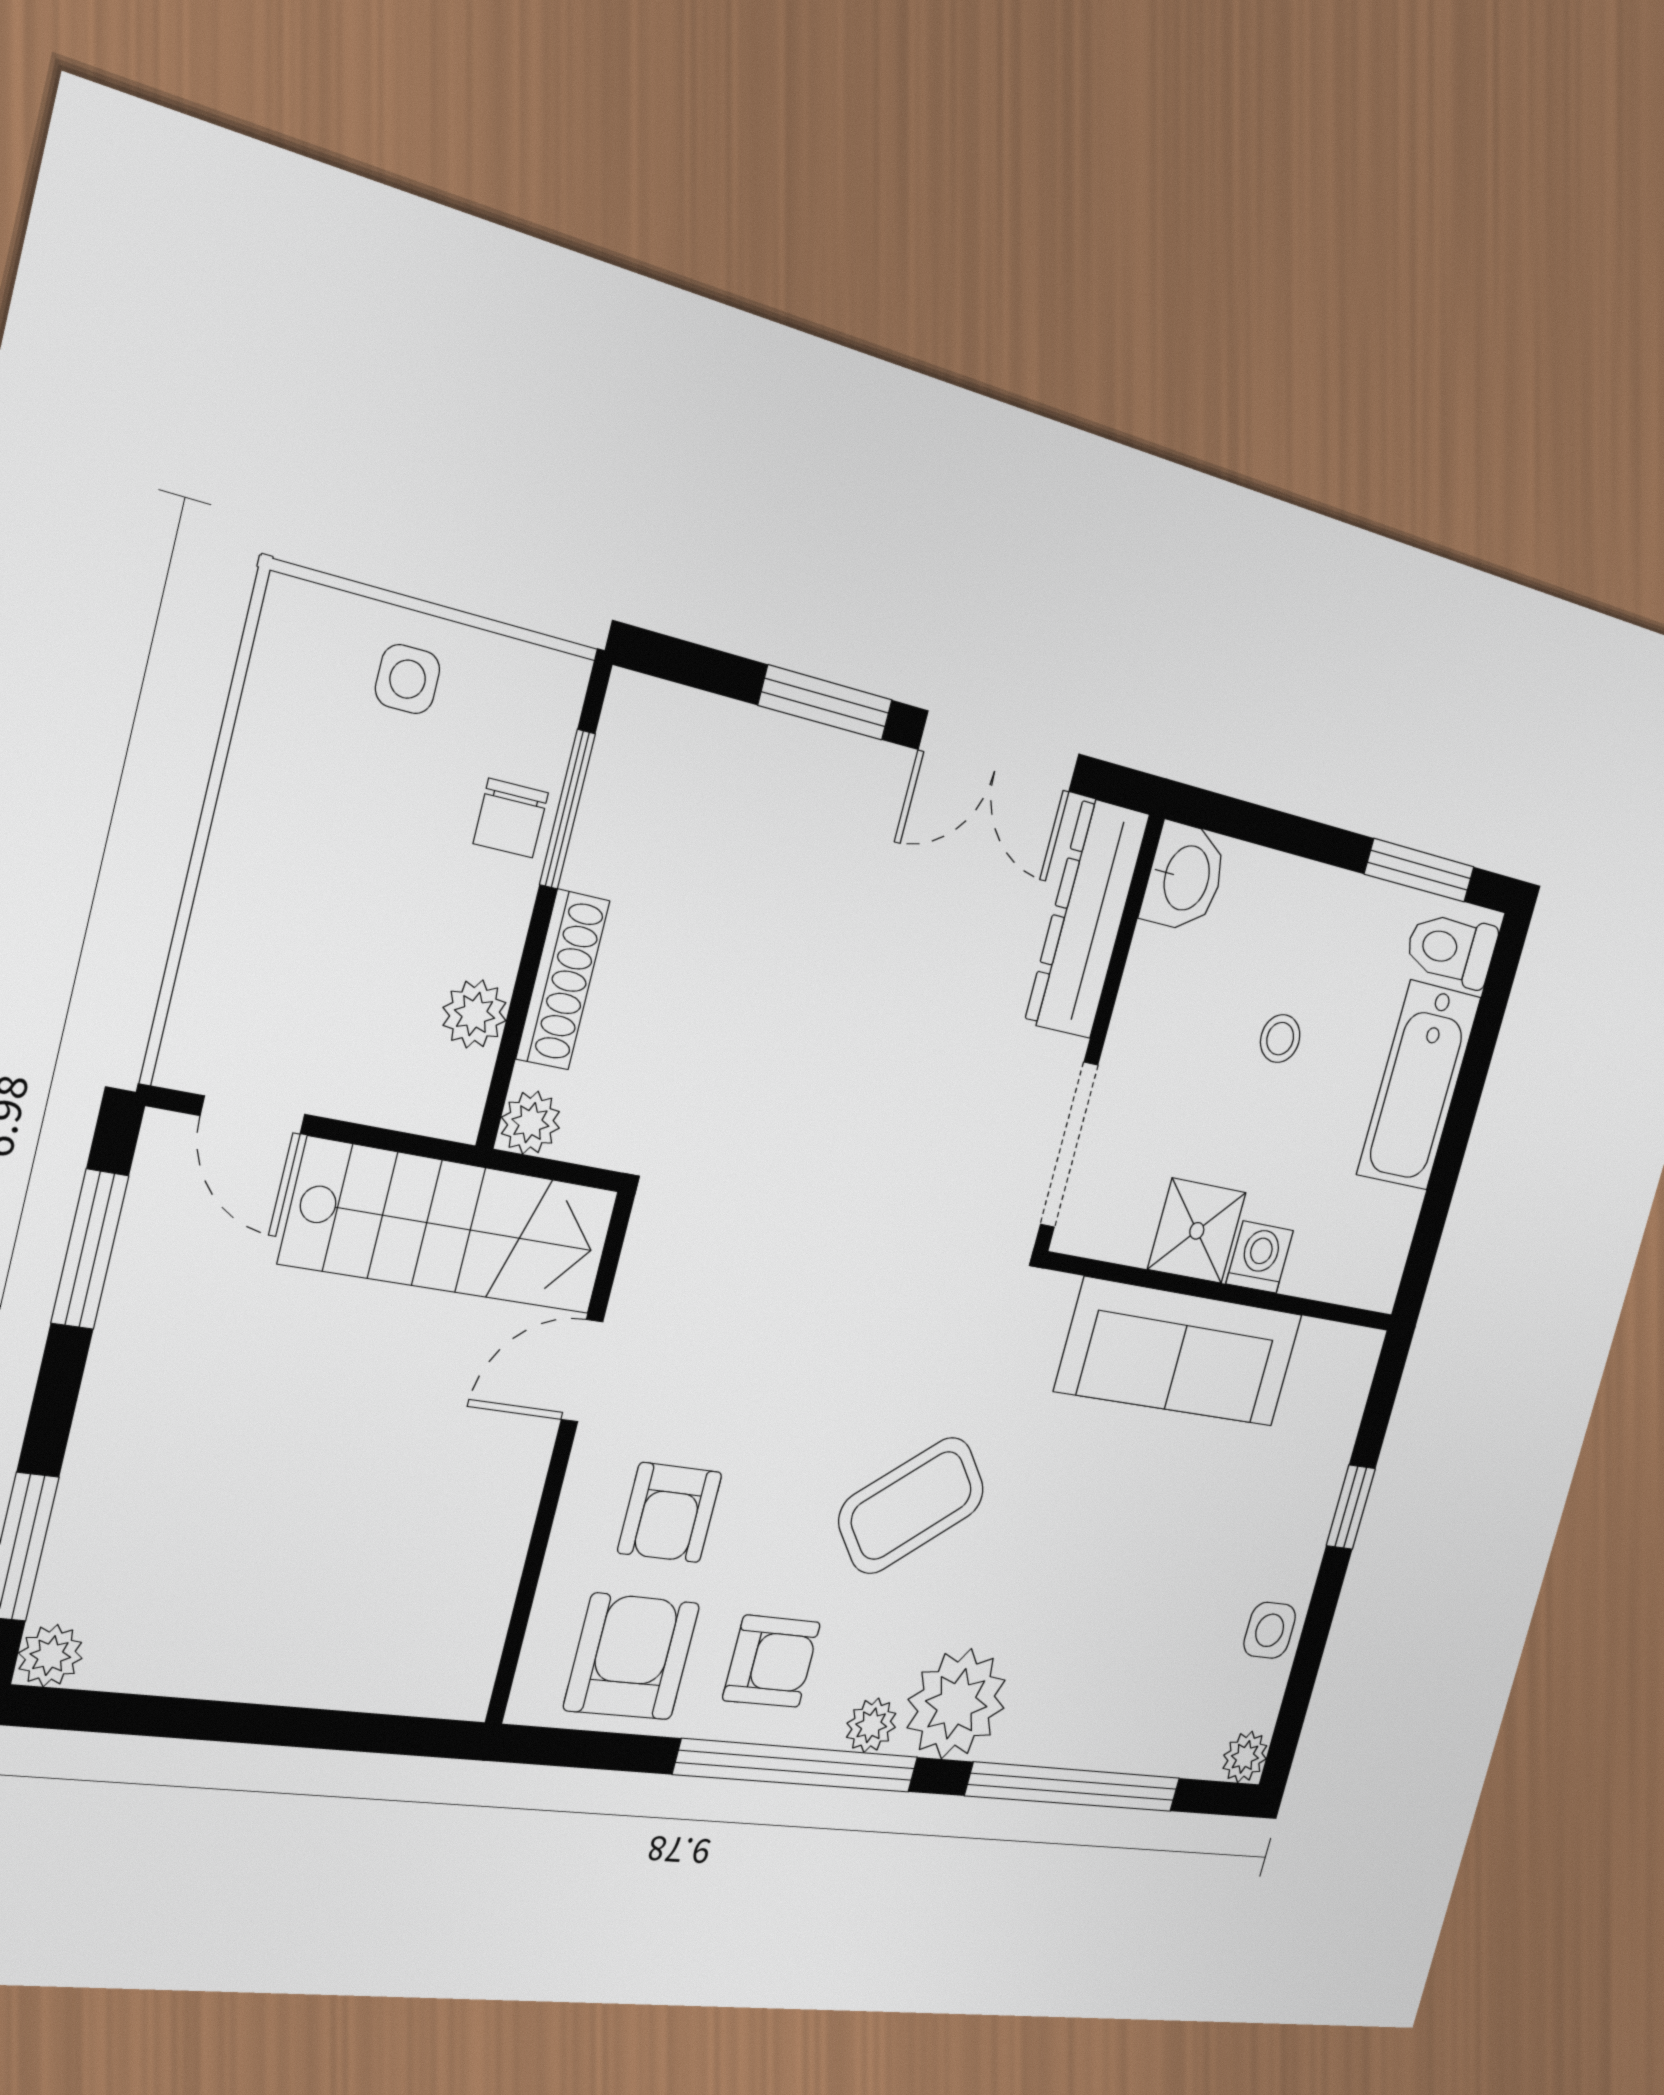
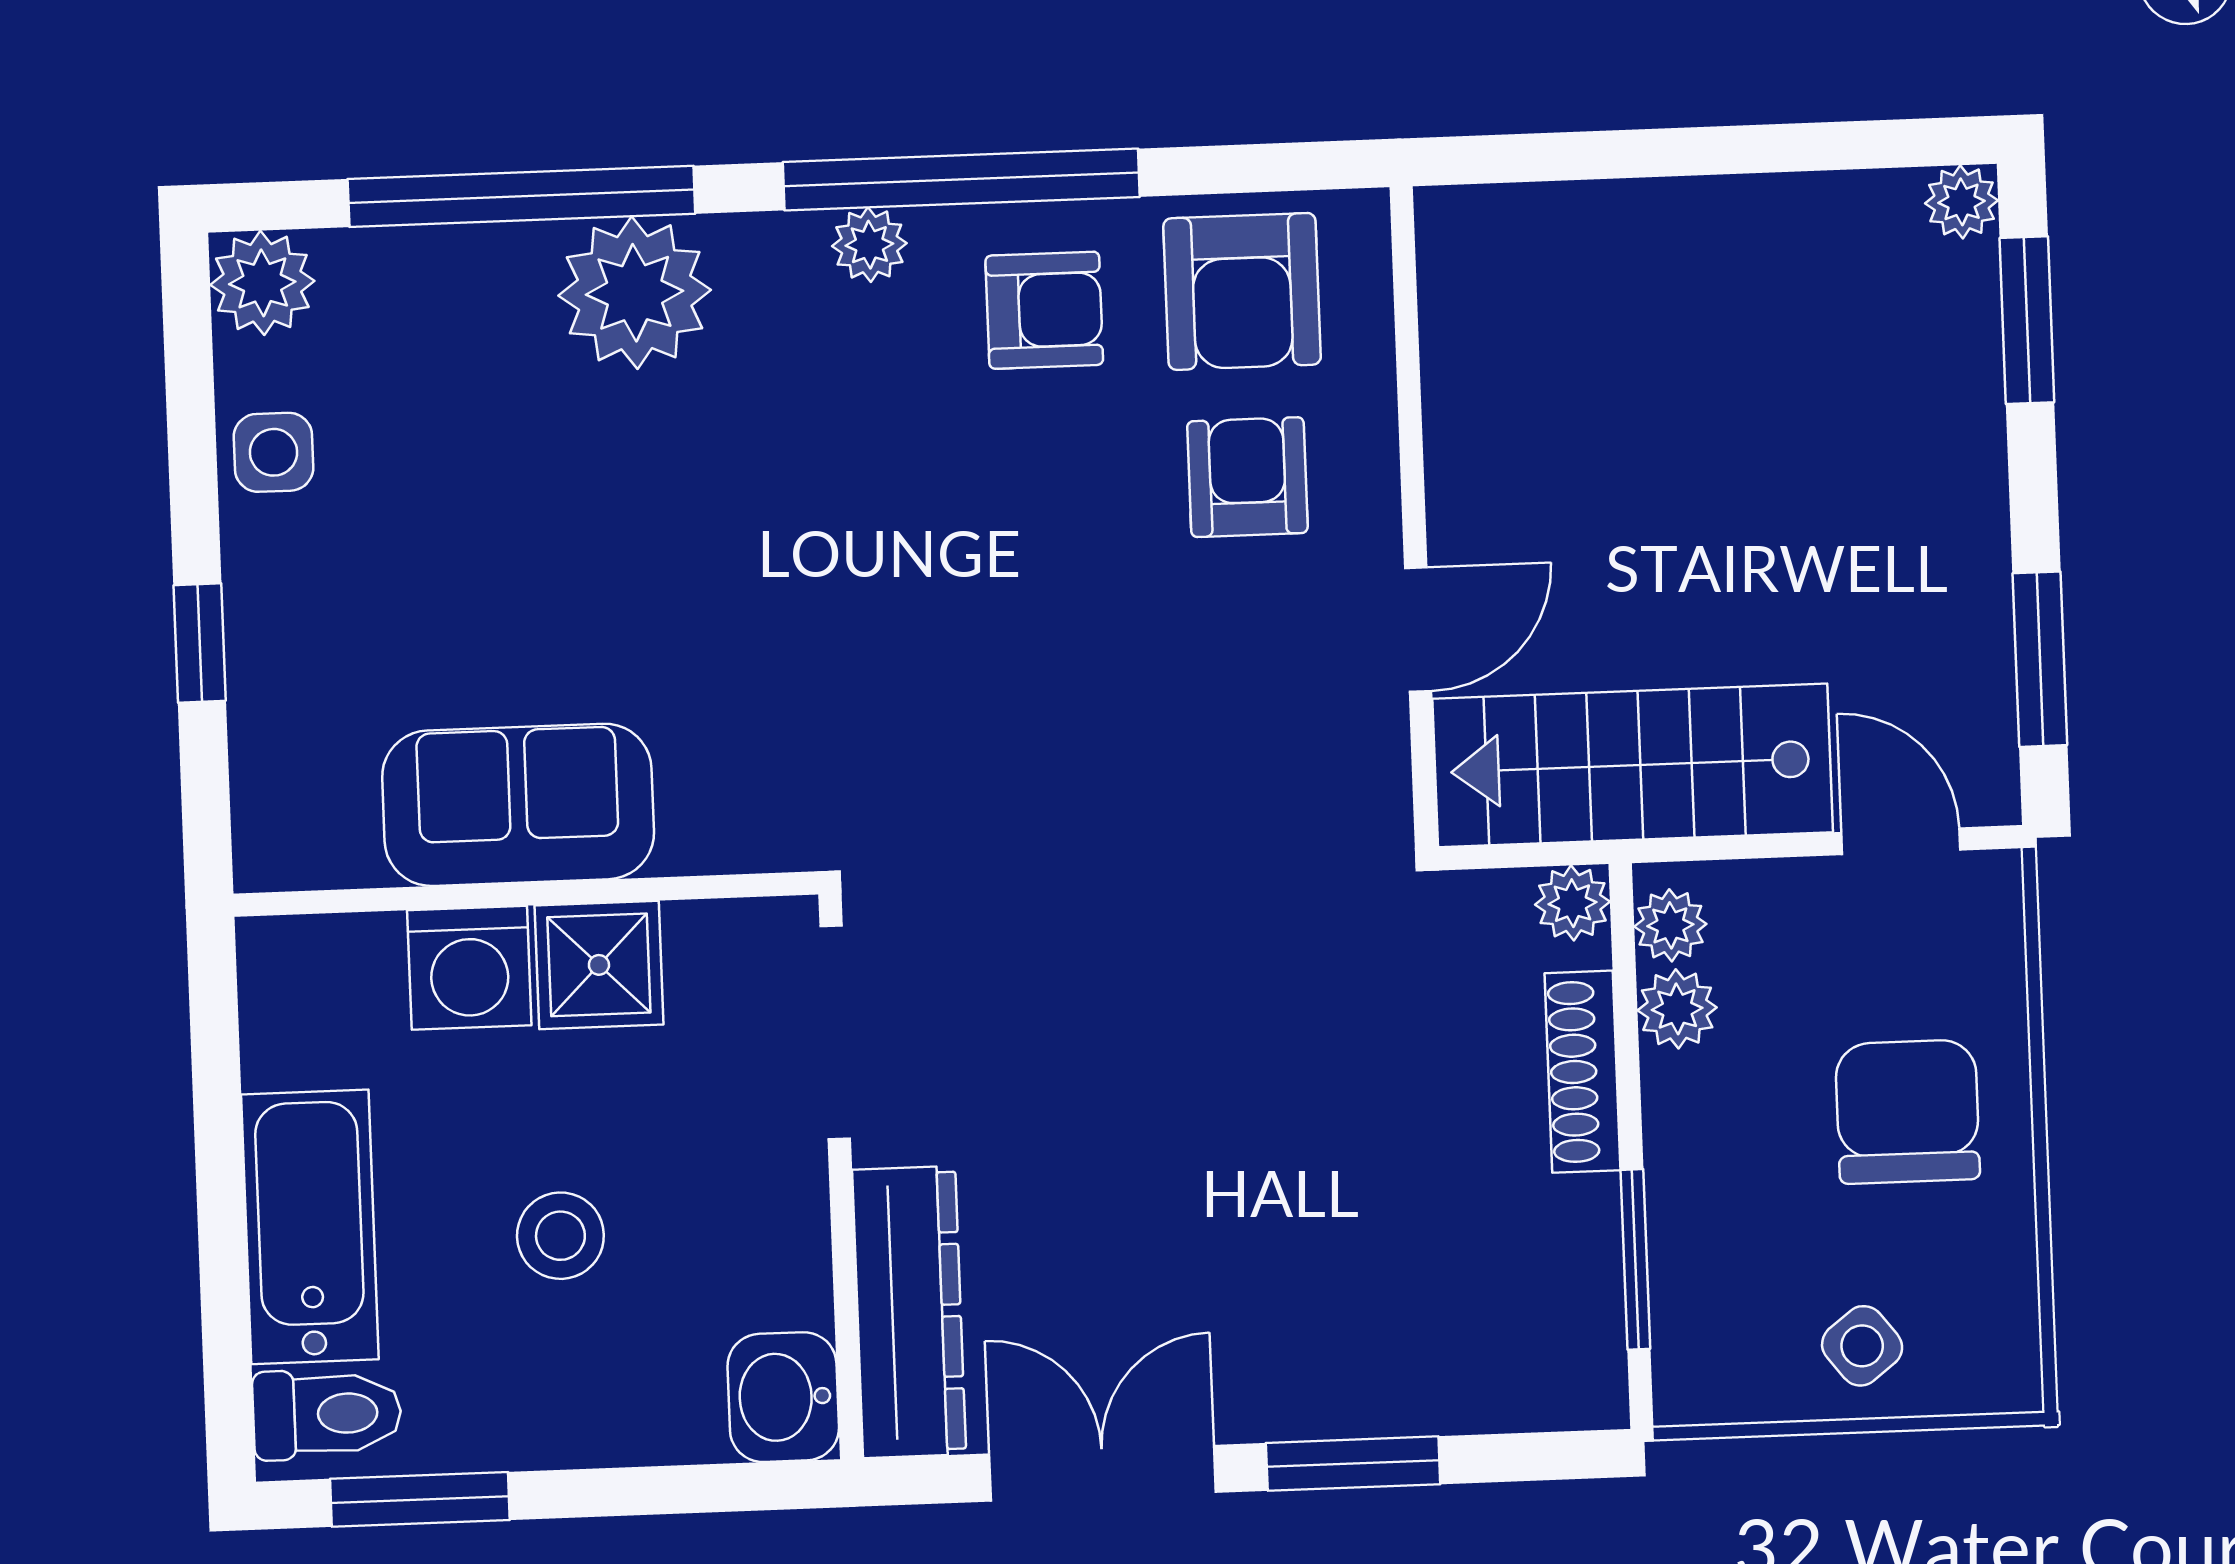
side table: (408, 679) -> (1862, 1346), turned -38
chair: (511, 818) -> (1908, 1112), moved, width x1.87, depth x1.87
stool: (1280, 1039) -> (560, 1236), width x1.37, depth x1.37
plant: (460, 1086) -> (1670, 925), added
washing machine: (1260, 1257) -> (469, 968), width x1.38, depth x1.38
sofa: (1180, 1353) -> (518, 805), width x0.73
coffee table: (911, 1505) -> (908, 538), removed
armchair: (771, 1661) -> (1044, 310), turned 180
plant: (956, 1704) -> (635, 293), moved
plant: (1245, 1757) -> (262, 283), width x1.38, depth x1.38

